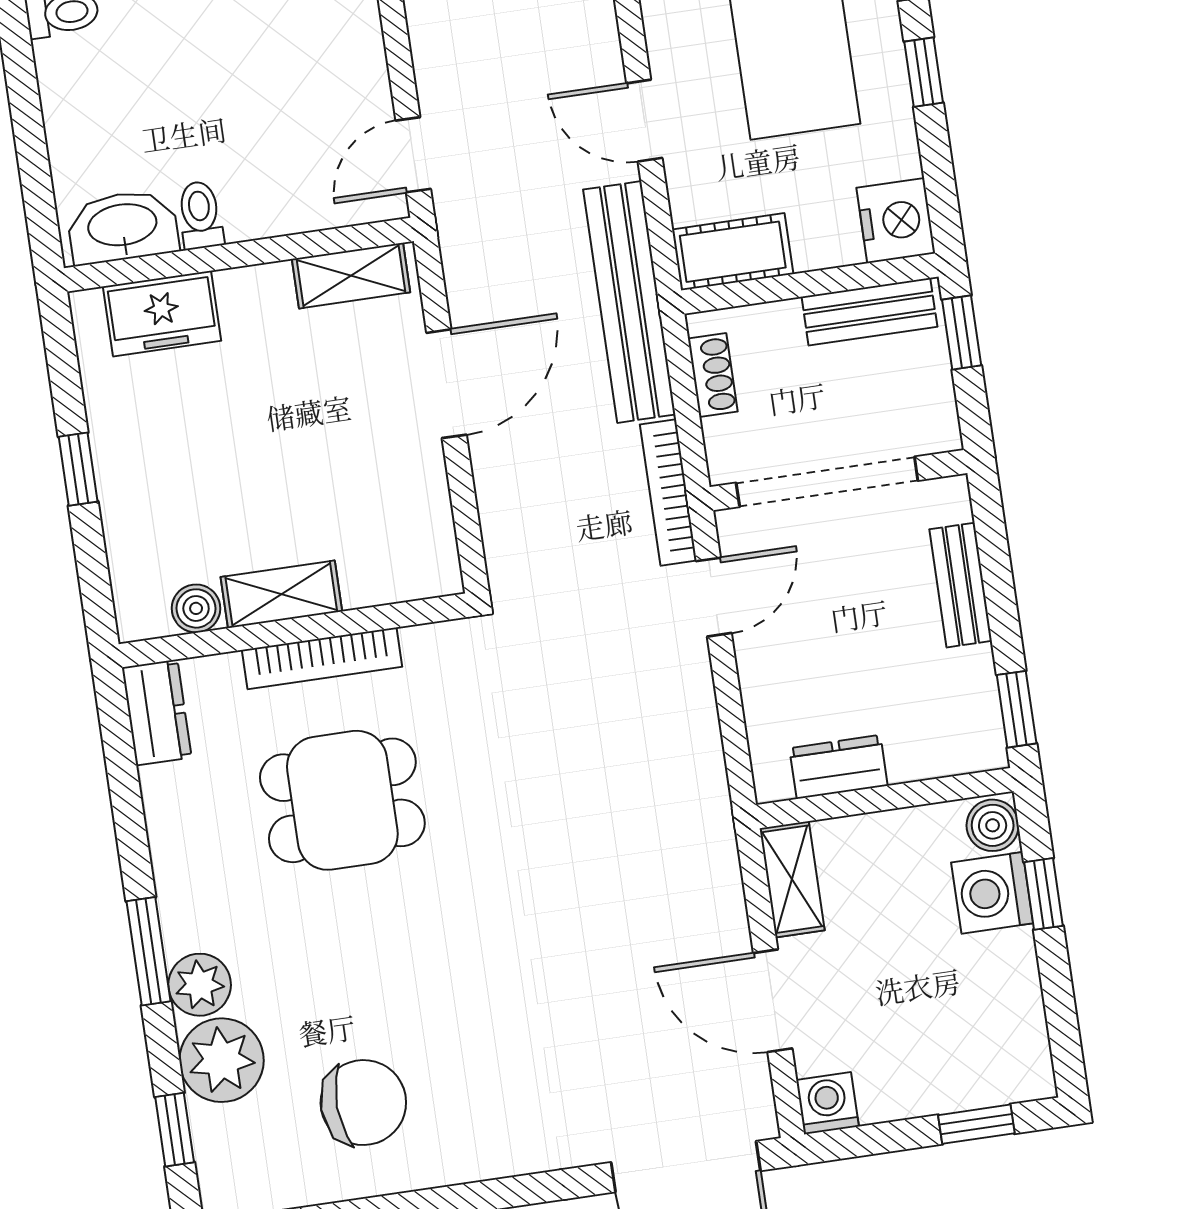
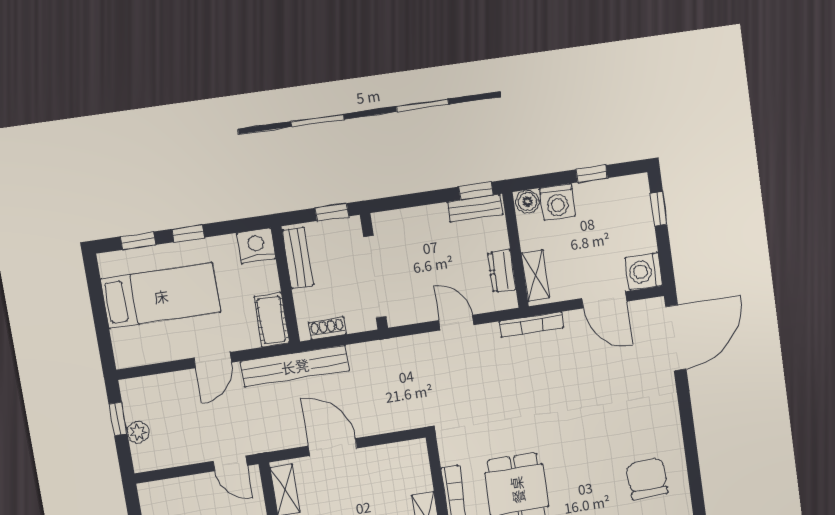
window: (962, 332) -> (332, 212), moved
bookcase: (668, 493) -> (531, 325), moved
bench: (961, 585) -> (475, 208), moved
door: (714, 597) -> (456, 323), moved
shelving: (792, 879) -> (535, 275), moved, turned 90
window: (1044, 894) -> (592, 174), moved
door: (773, 1001) -> (604, 300), hinge flipped
washing machine: (827, 1103) -> (644, 271), width x1.38, depth x1.38

